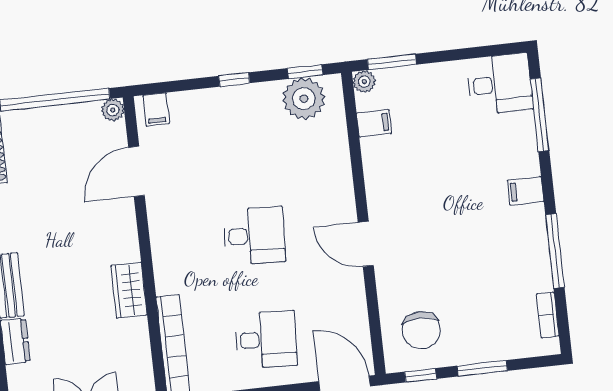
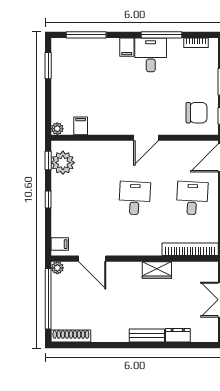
window: (392, 62) -> (48, 66), moved
desk: (500, 84) -> (151, 55), moved

